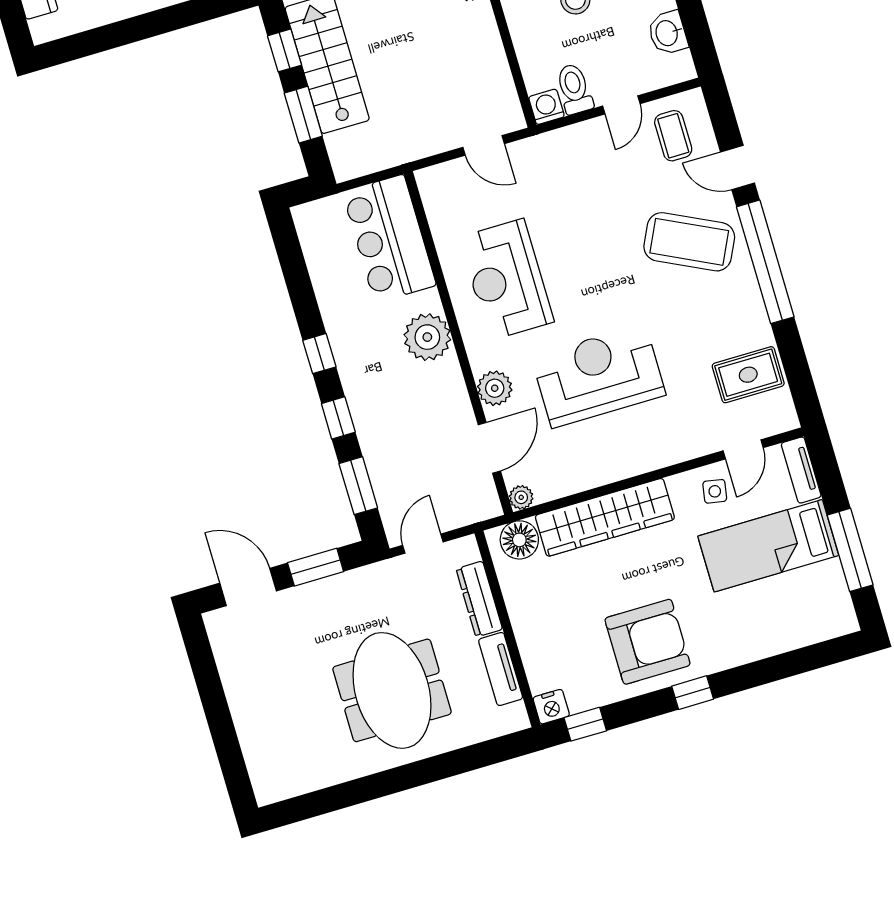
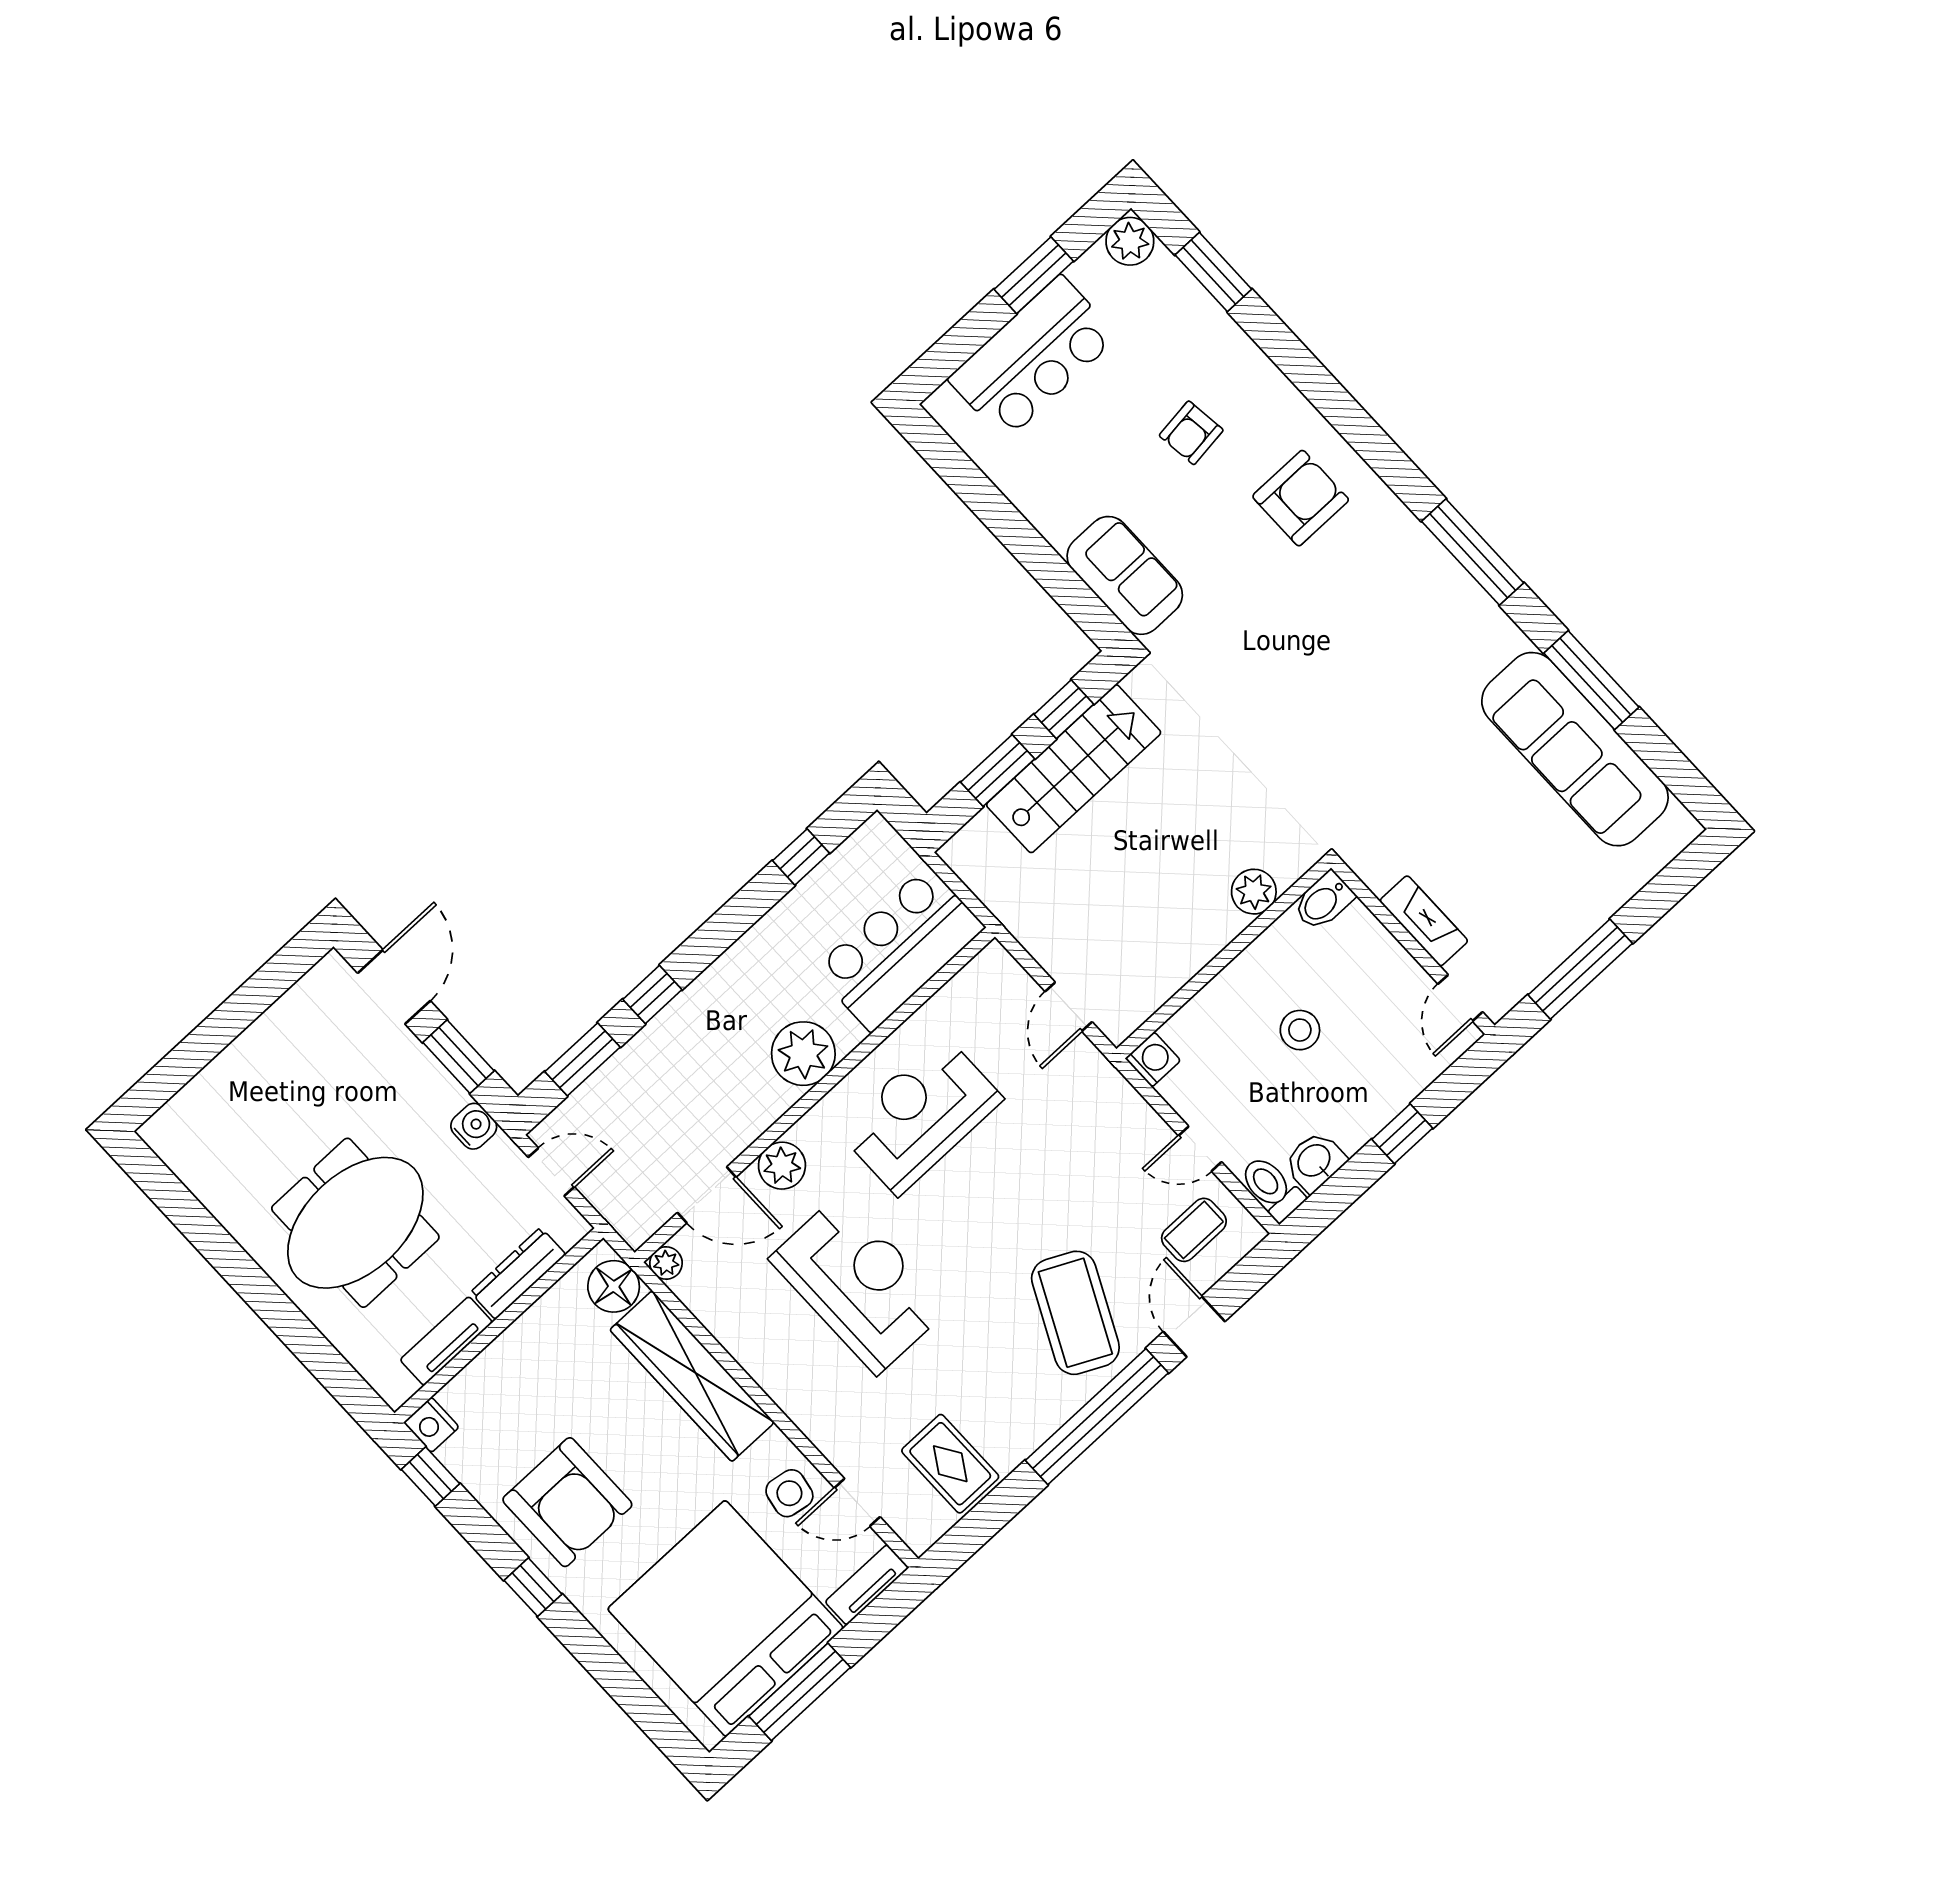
toilet: (574, 89) -> (1272, 1188), moved, turned -90
window: (319, 354) -> (801, 857), moved
side table: (715, 491) -> (789, 1493), width x1.37, depth x1.37
bed: (768, 546) -> (726, 1618), width x2.04
water cooler: (367, 580) -> (474, 1126), added

